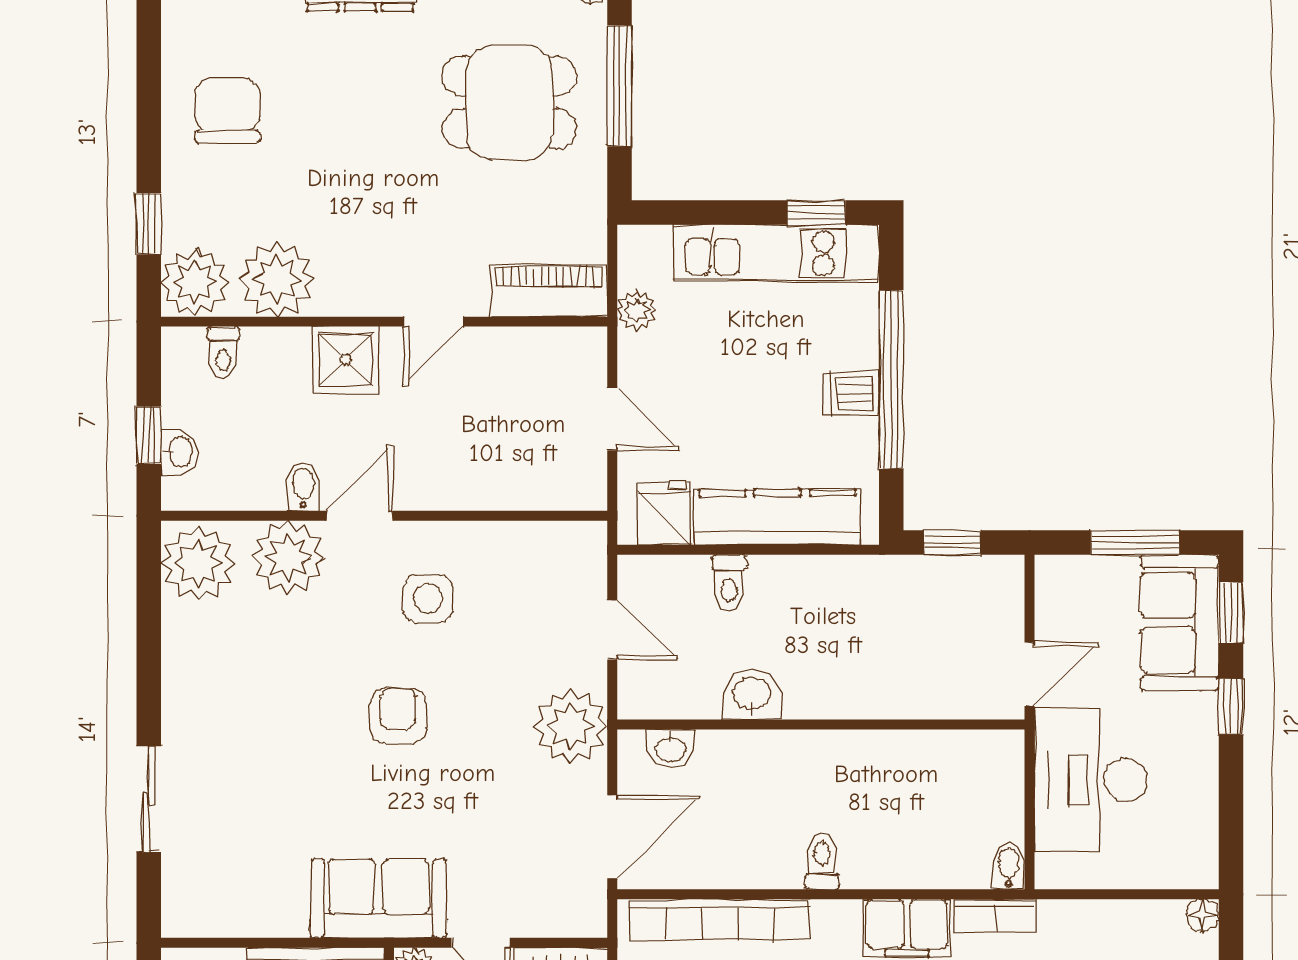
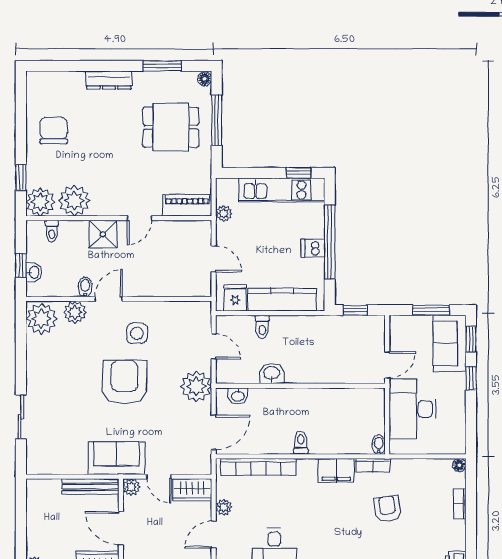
plant: (288, 557) -> (75, 312), width x0.73, depth x0.73
armchair: (398, 716) -> (125, 382), width x1.88, depth x1.88

